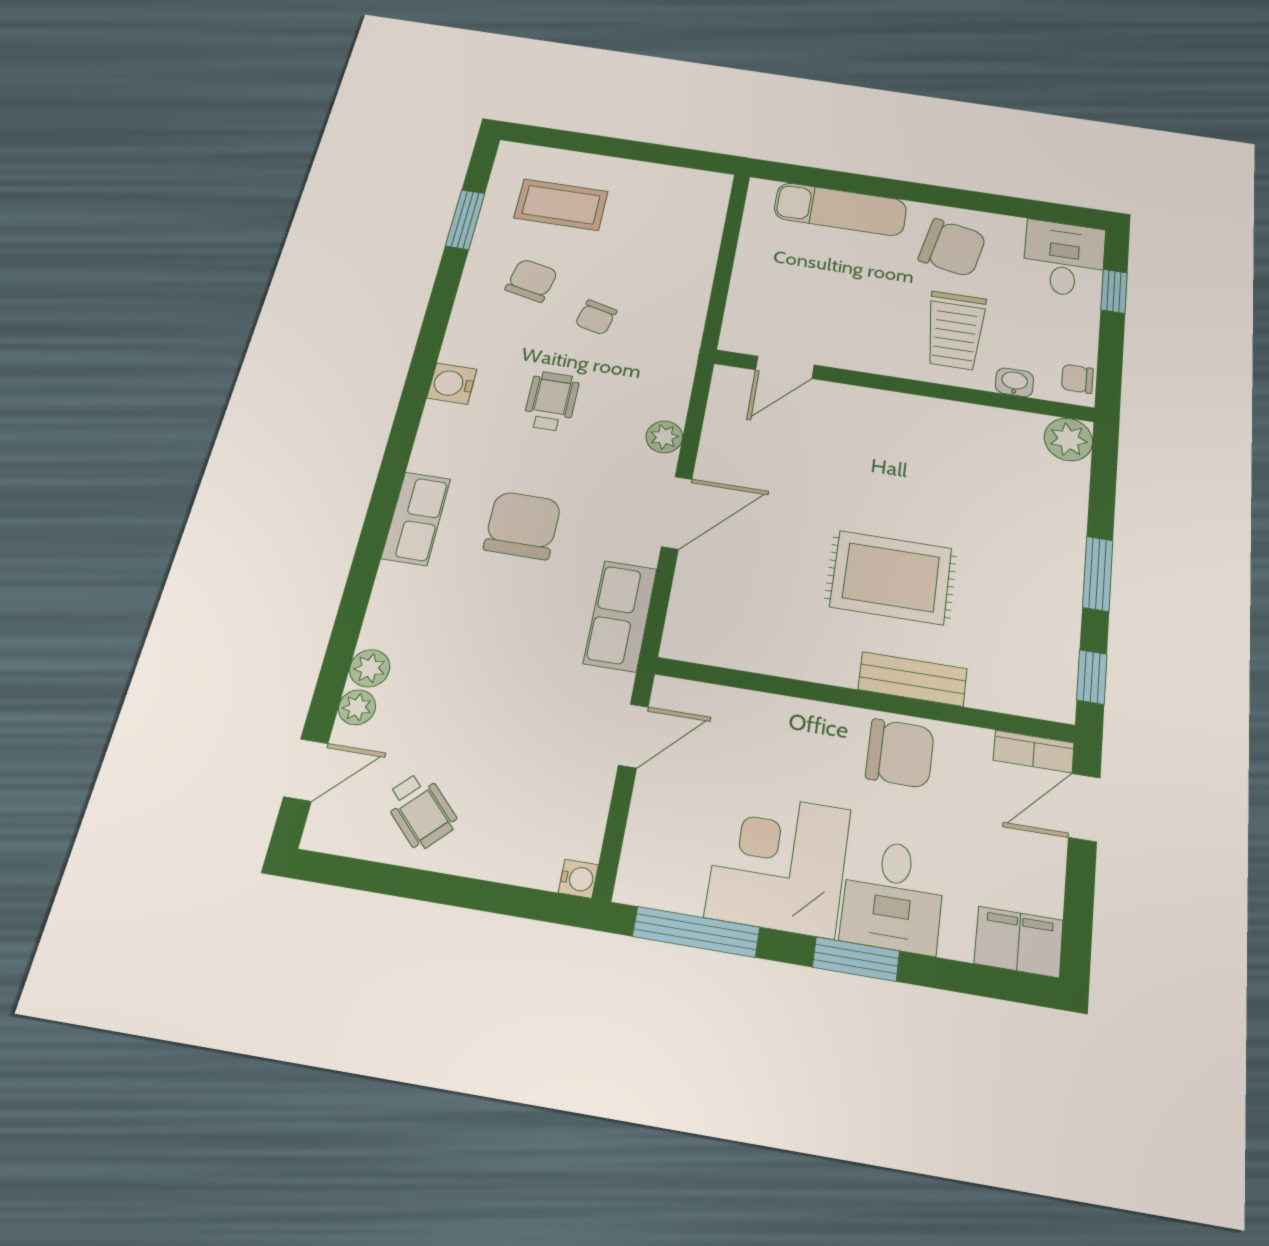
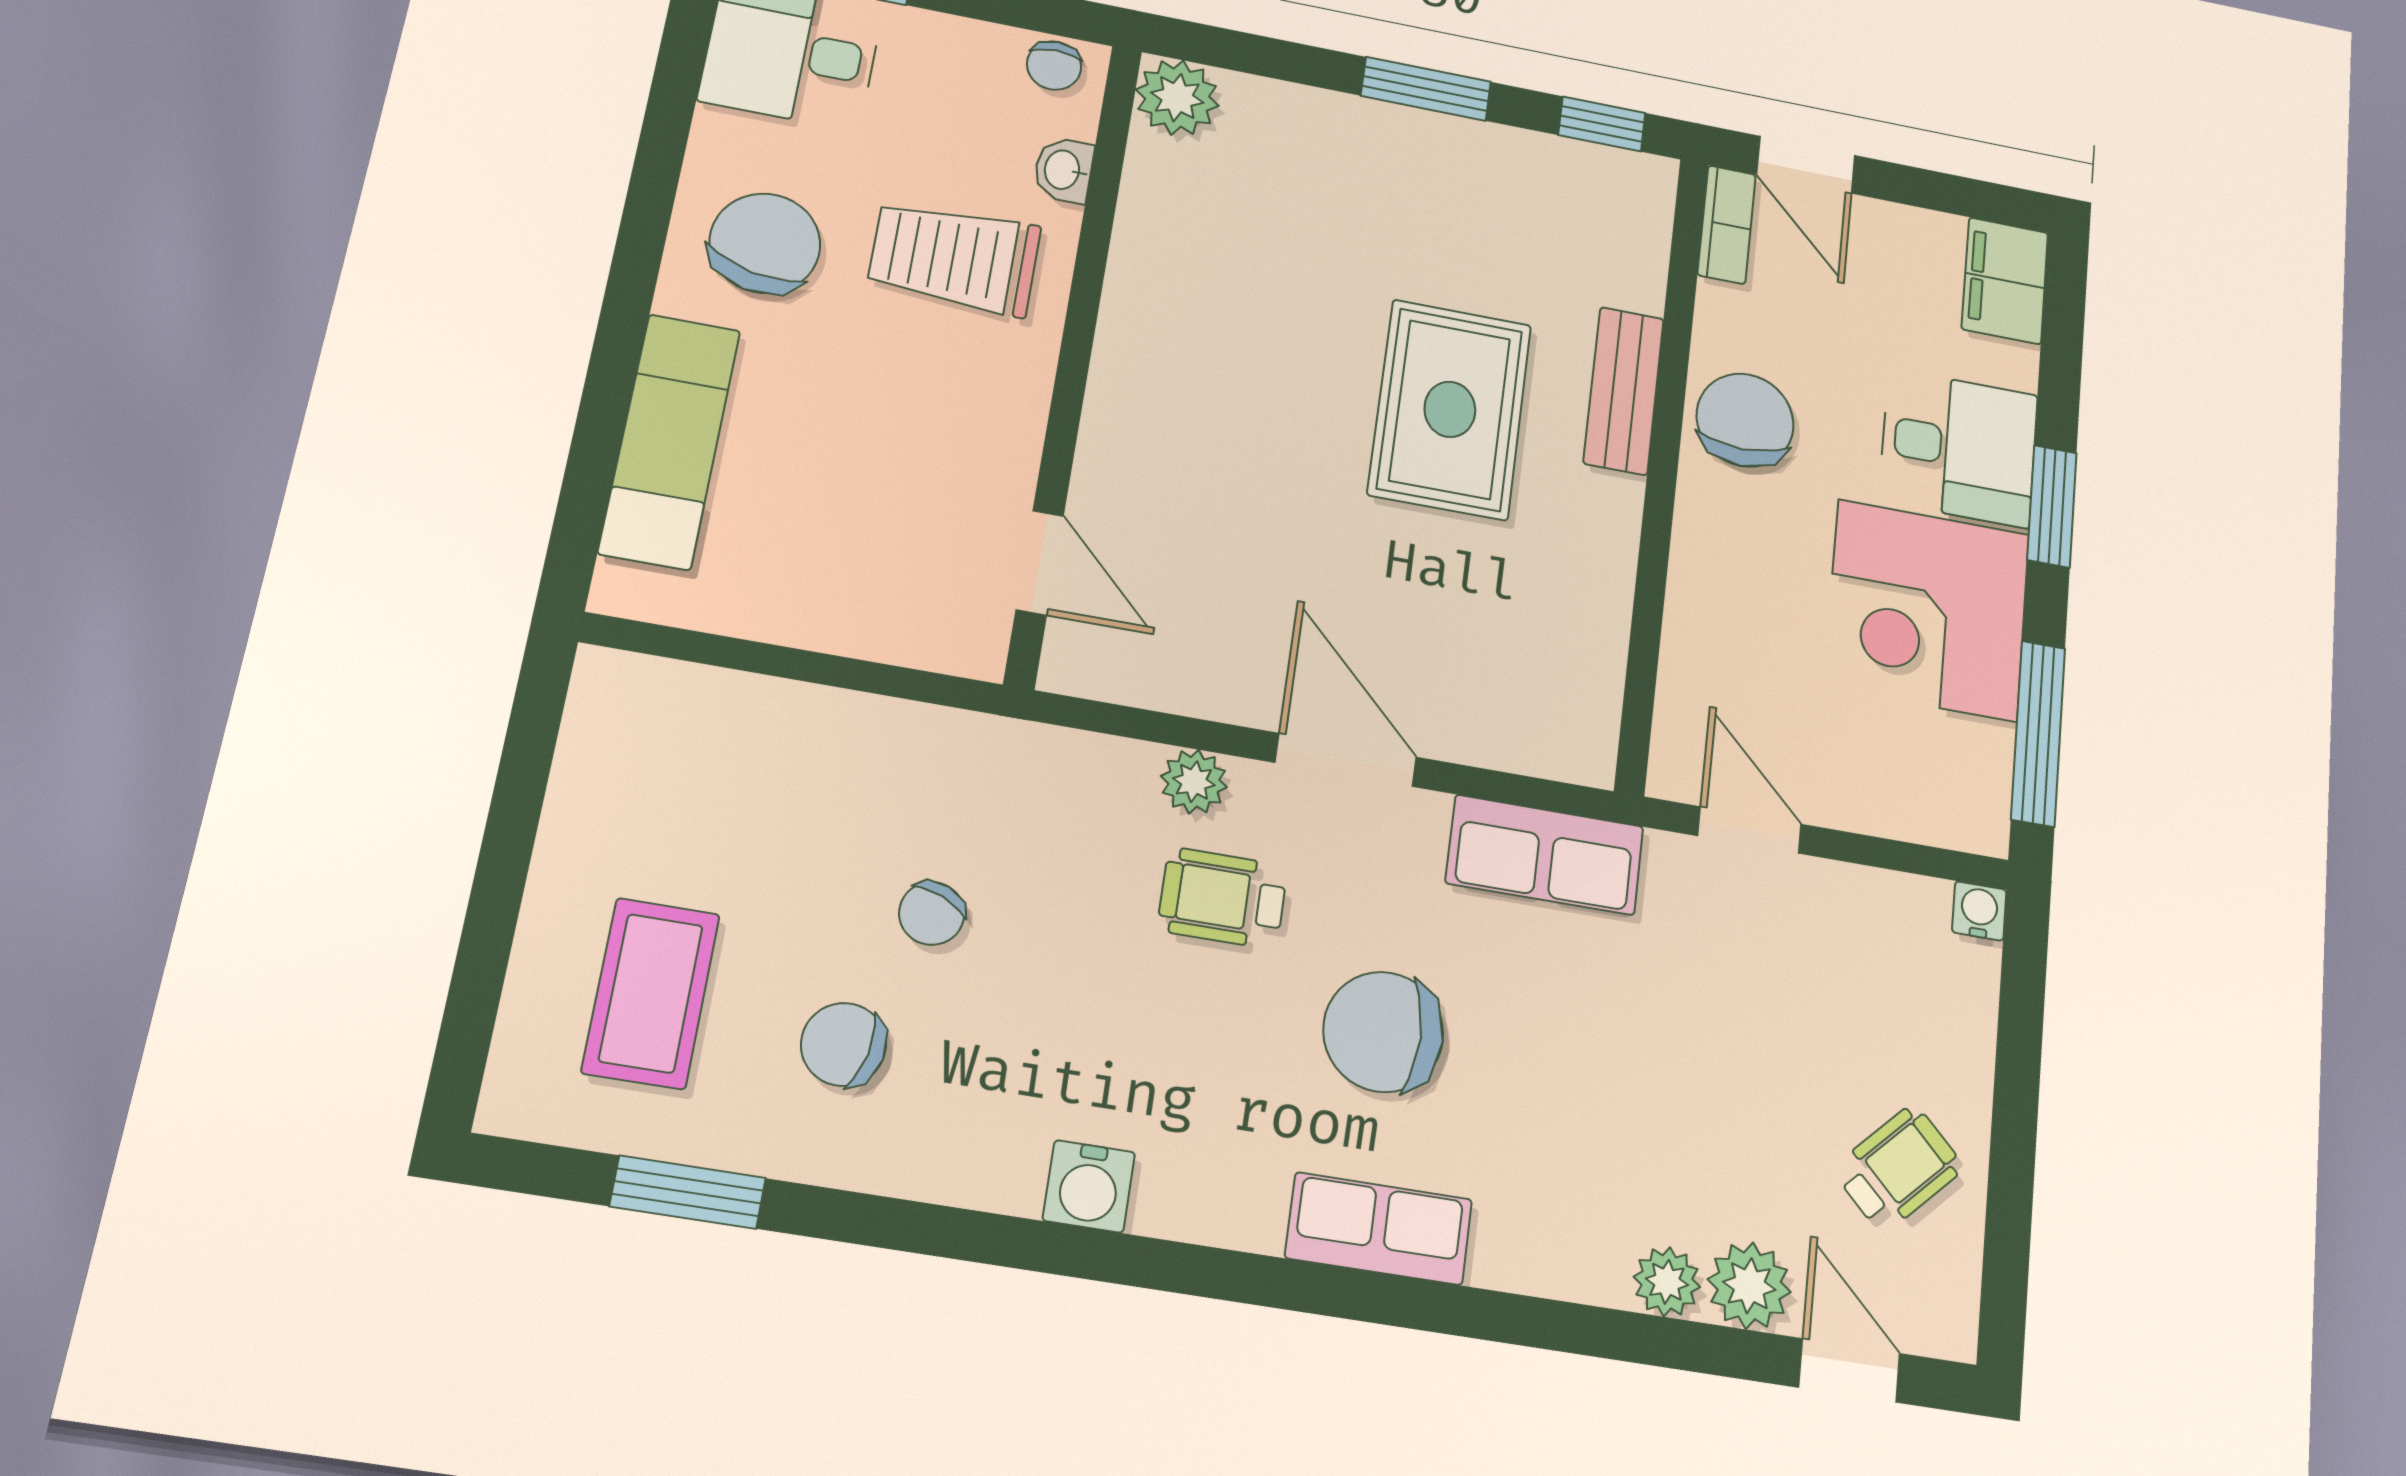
chair: (596, 317) -> (932, 913), turned 99
trolley: (955, 330) -> (954, 258), turned 180
wheelchair: (551, 401) -> (1223, 898), moved
plant: (357, 707) -> (1749, 1286), width x1.38, depth x1.38

